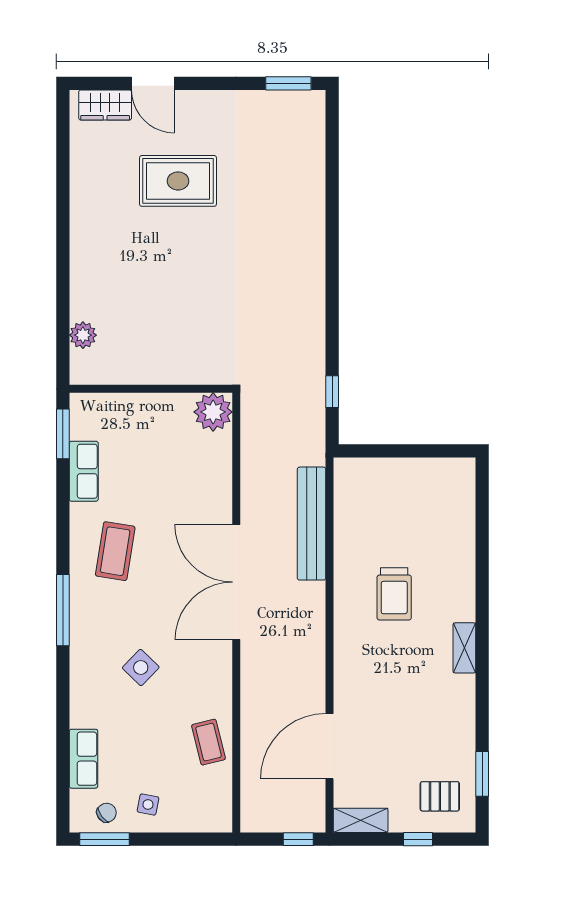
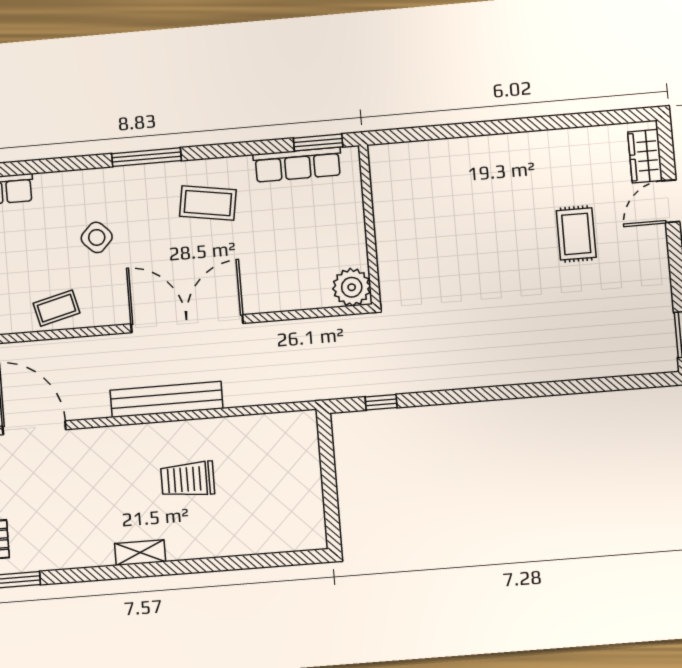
rug: (178, 181) -> (576, 234), width x0.73, depth x0.70
plant: (83, 335) -> (417, 154), removed
row of seats: (84, 471) -> (297, 165), width x1.48
bench: (312, 524) -> (167, 399), moved
coffee table: (209, 742) -> (57, 308), moved

